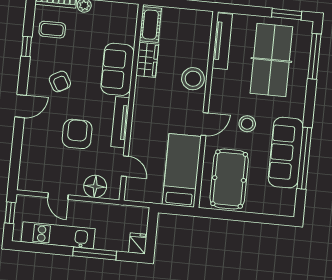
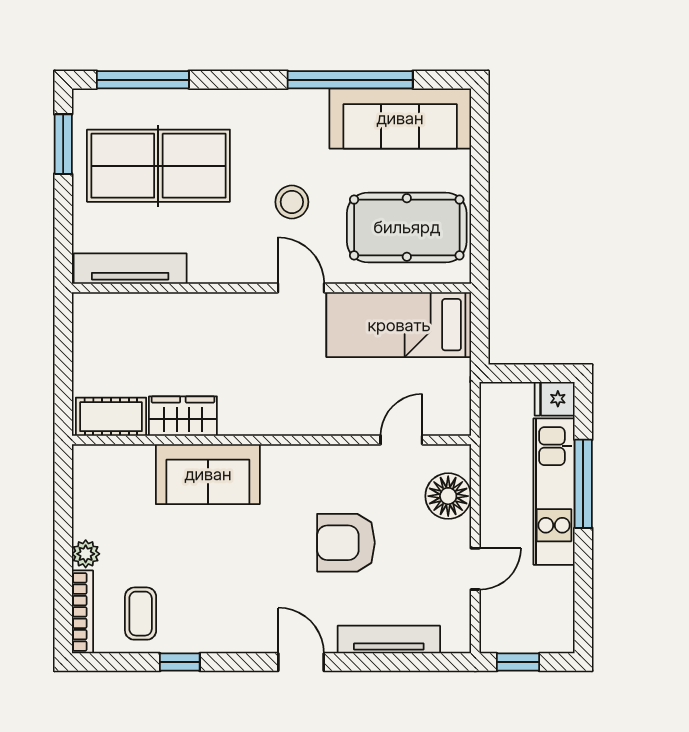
stool: (193, 79) -> (212, 320), removed
armchair: (60, 81) -> (244, 588), removed
tv unit: (120, 122) -> (389, 640), moved, turned 180
sofa: (286, 153) -> (400, 118), moved
kitchen unit: (58, 235) -> (554, 492), moved

